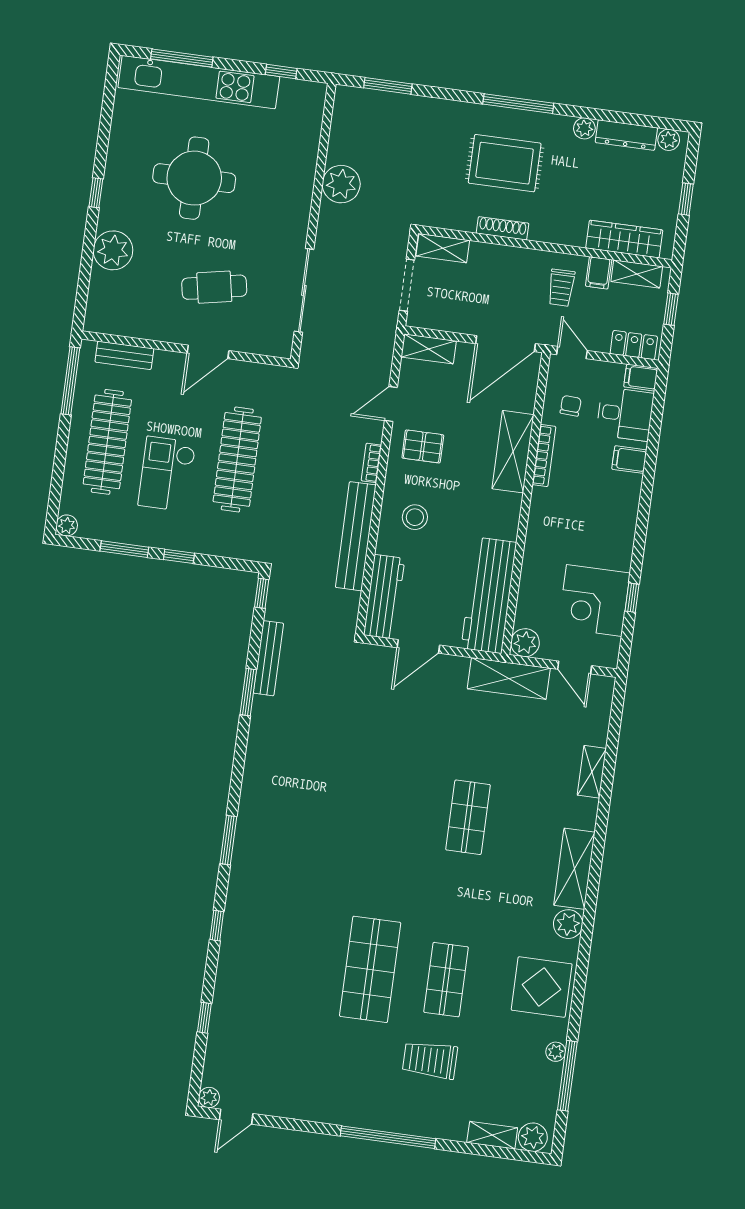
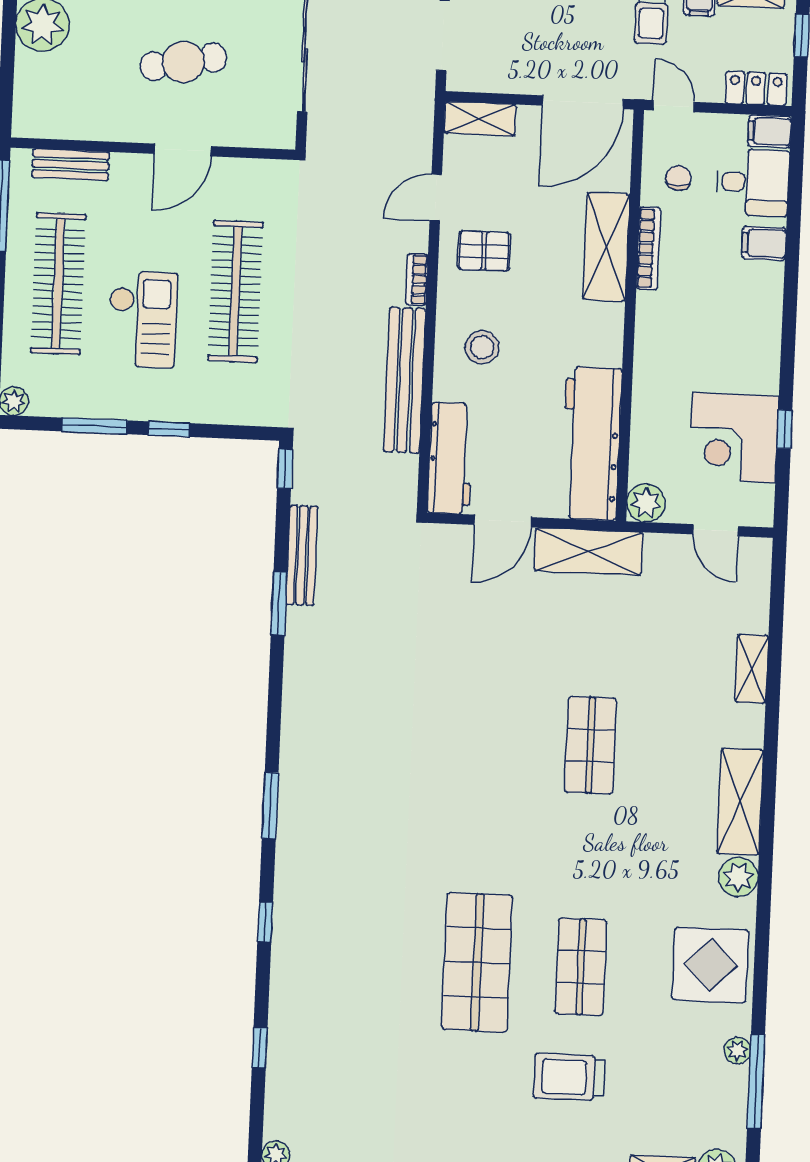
checkout: (167, 474) -> (143, 319), turned 180
shelving: (509, 678) -> (588, 551), moved

